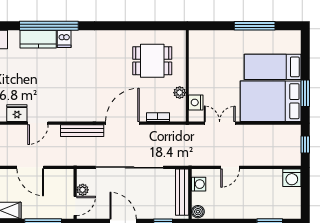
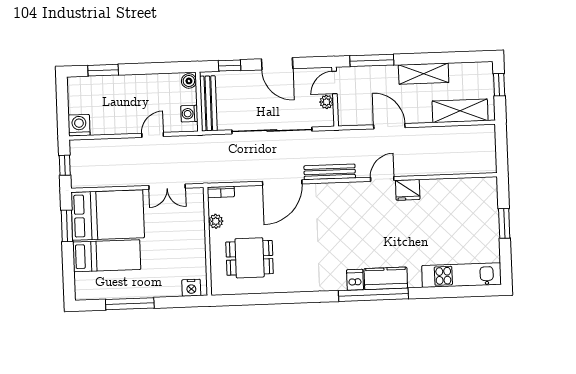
nightstand: (196, 102) -> (191, 288), moved, turned 90
bookcase: (158, 117) -> (221, 192), moved

